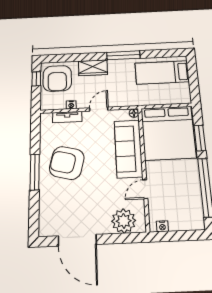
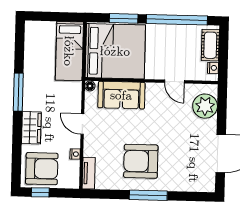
bed: (162, 72) -> (69, 51), moved
tv unit: (67, 117) -> (89, 173), moved
sofa: (128, 149) -> (121, 95), width x0.73
armchair: (67, 163) -> (141, 161), turned 76
cot: (185, 222) -> (210, 45), added

